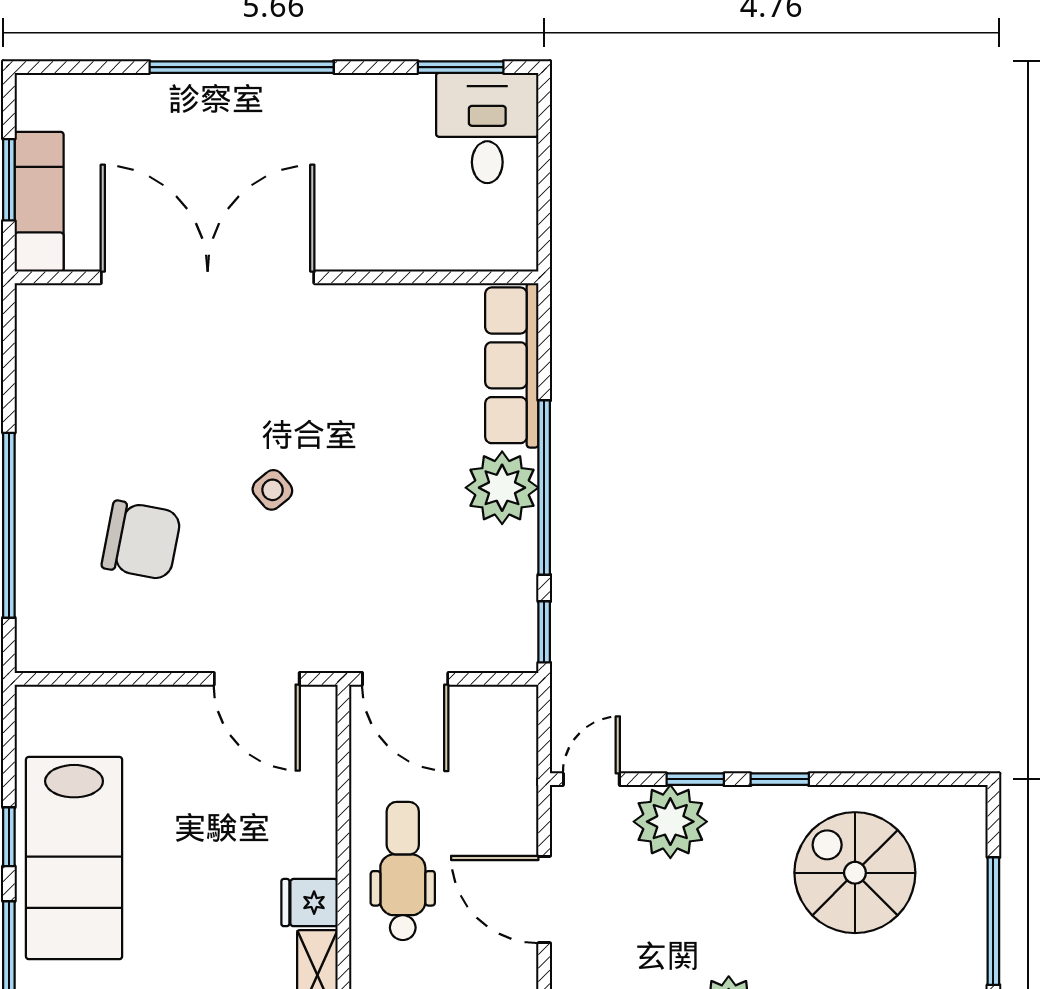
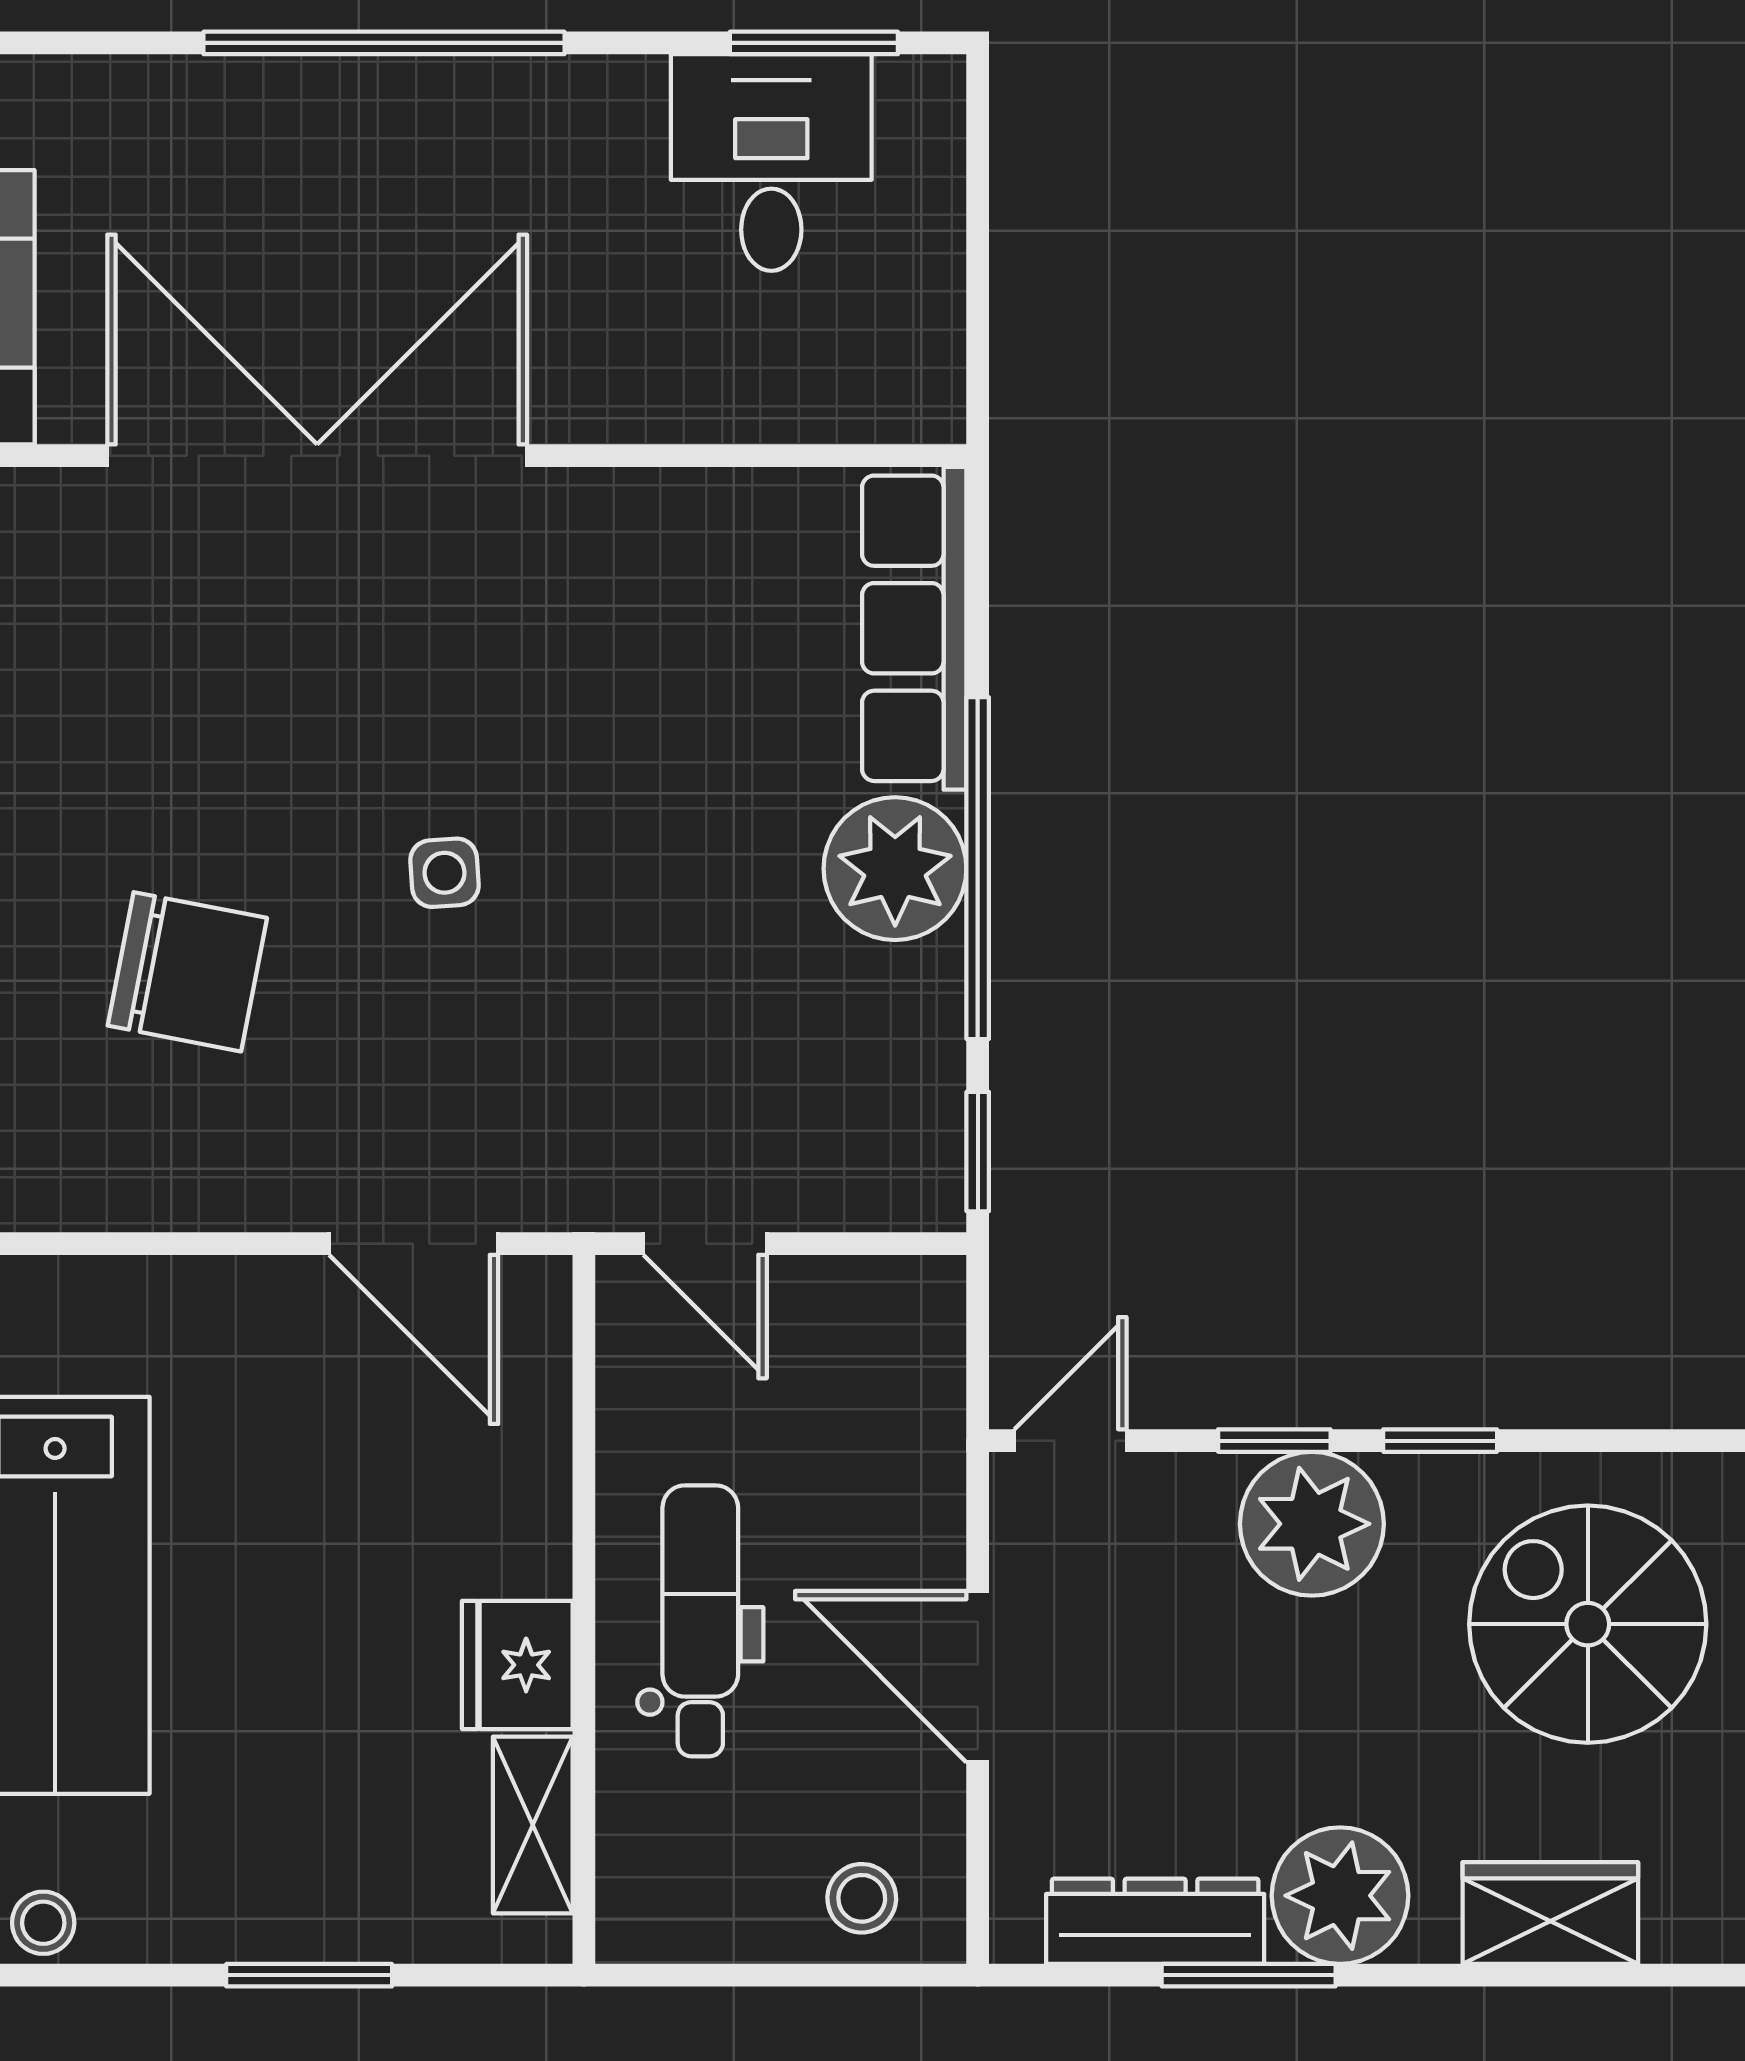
desk: (487, 128) -> (771, 163), moved
side table: (272, 490) -> (444, 873), turned 36
door: (405, 679) -> (705, 1244), width x0.73
plant: (670, 822) -> (1312, 1524), moved
fridge: (310, 903) -> (517, 1665), width x1.38

